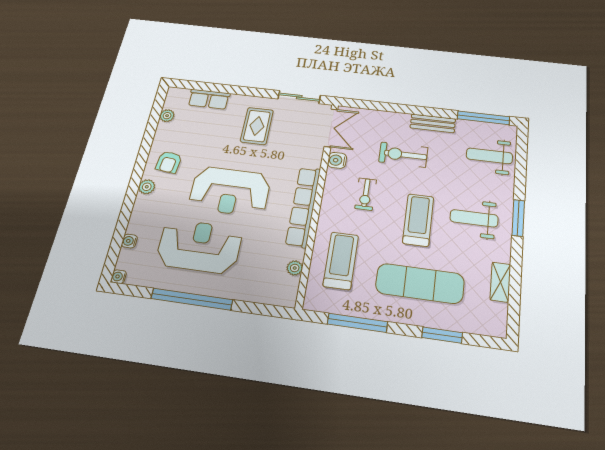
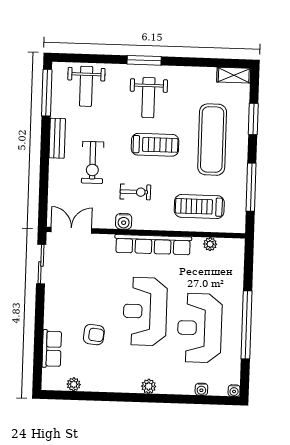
rug: (257, 126) -> (76, 299), removed
water cooler: (337, 160) -> (124, 221), moved
armchair: (169, 162) -> (94, 335), moved
reception desk: (230, 191) -> (145, 311), turned 180
treadmill: (418, 220) -> (155, 145), turned 180
shelving: (500, 282) -> (234, 75), moved

